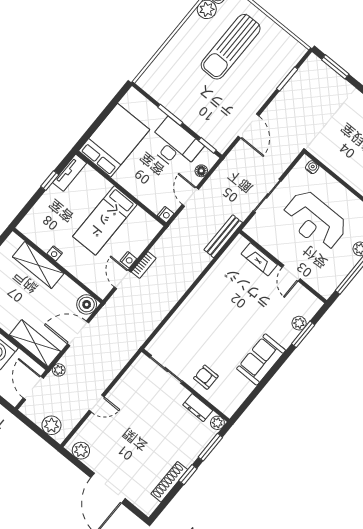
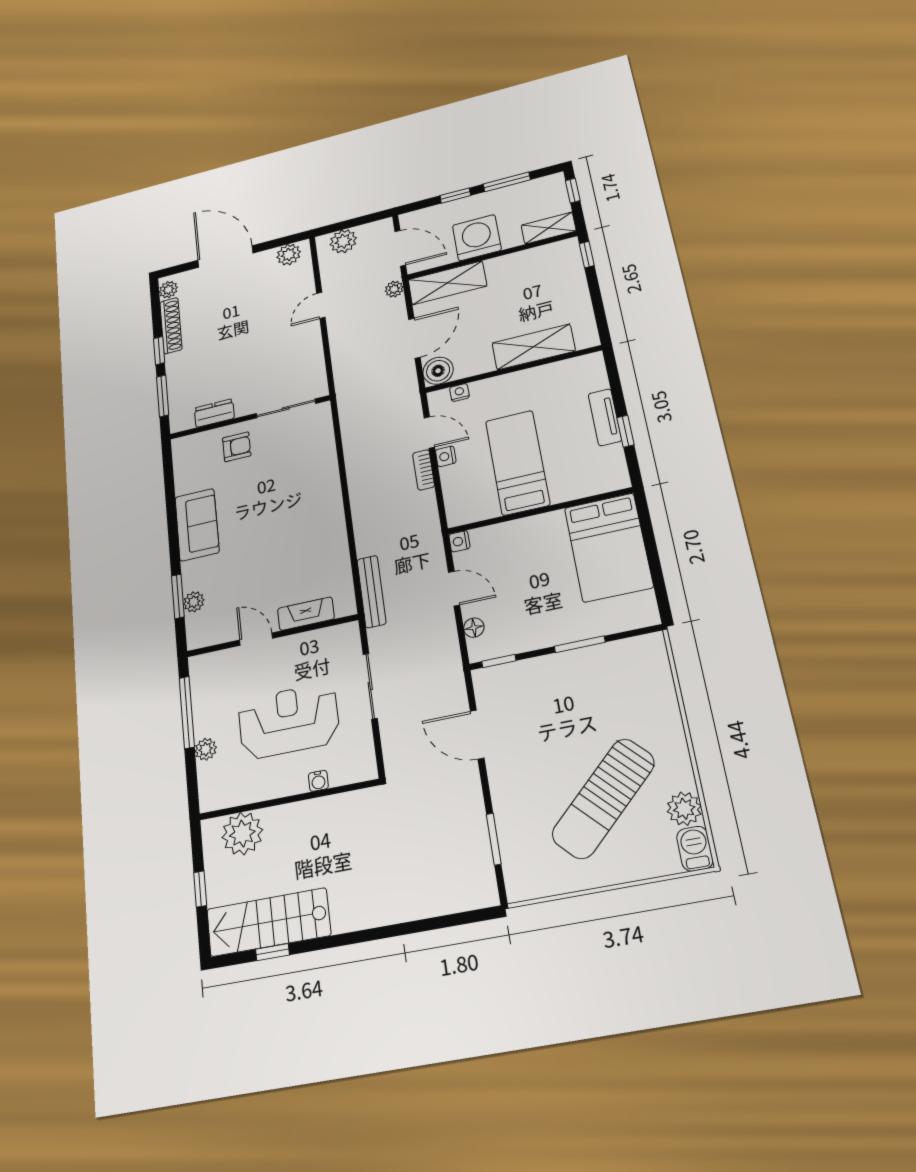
sun lounger: (231, 47) -> (603, 798), turned -134
window: (335, 67) -> (453, 920), removed
desk: (175, 145) -> (536, 619), removed
water cooler: (312, 167) -> (318, 781), moved
tv unit: (70, 173) -> (605, 417), moved
nightstand: (55, 253) -> (459, 393), moved
plant: (217, 423) -> (168, 290), moved

